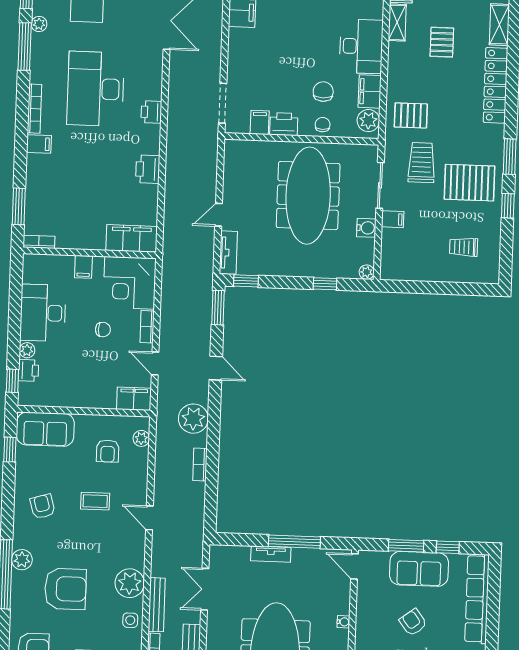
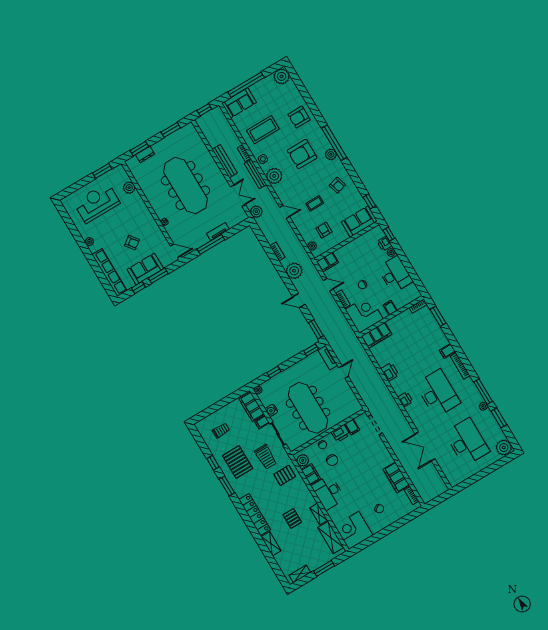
pallet: (469, 183) -> (238, 462), turned 90
filing cabinet: (393, 253) -> (252, 407), added
plant: (192, 546) -> (256, 212), added

